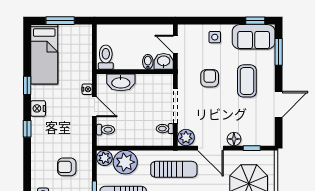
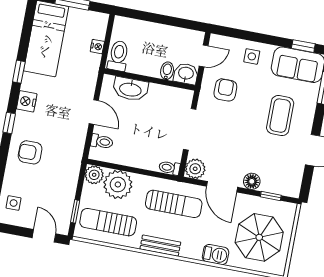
door: (175, 44) -> (204, 56), swing flipped
armchair: (210, 78) -> (225, 90), moved
nightstand: (87, 89) -> (97, 47), moved
toilet: (165, 129) -> (169, 168), moved
armchair: (67, 167) -> (30, 152), moved

